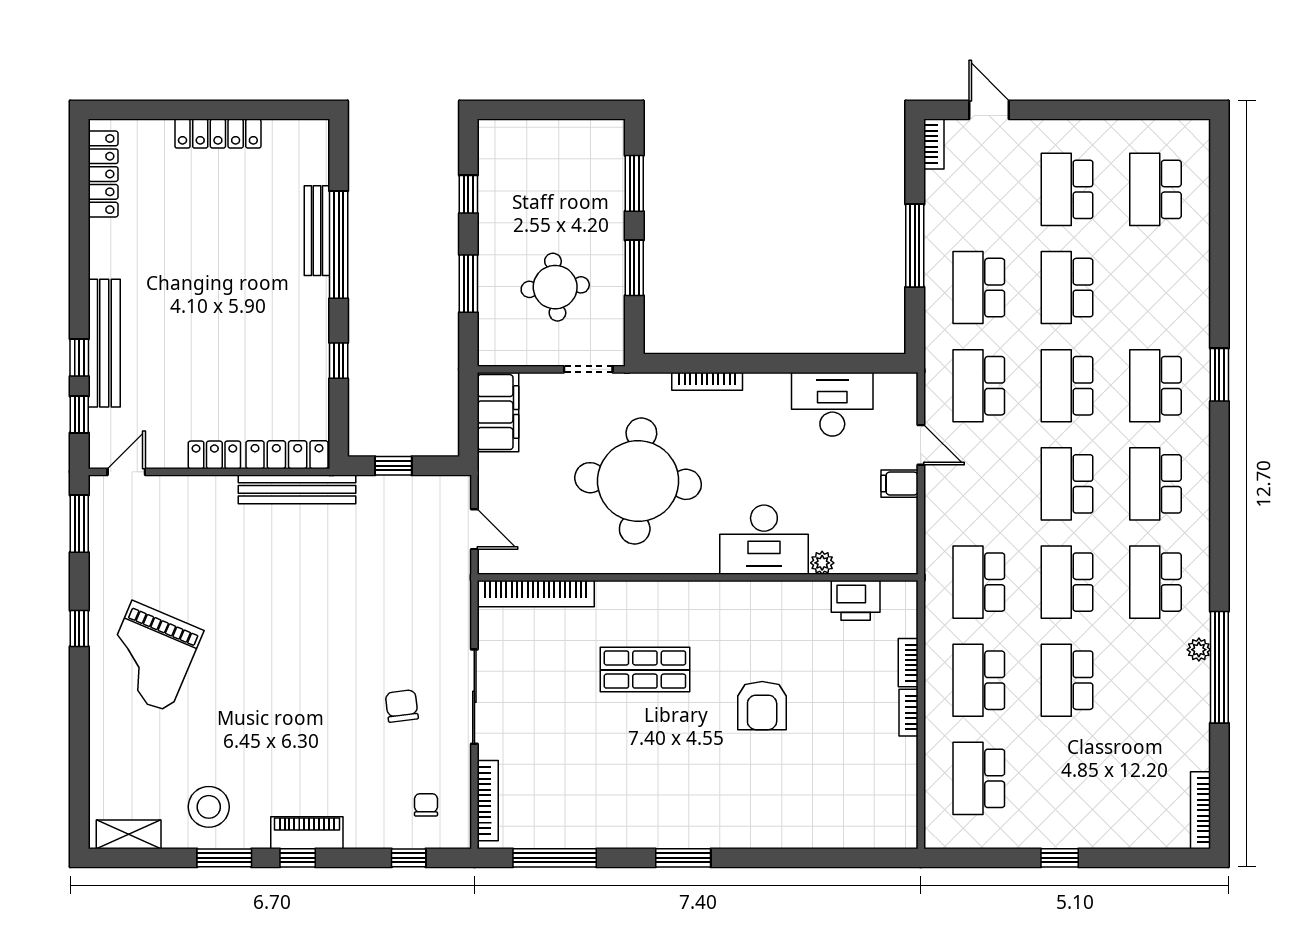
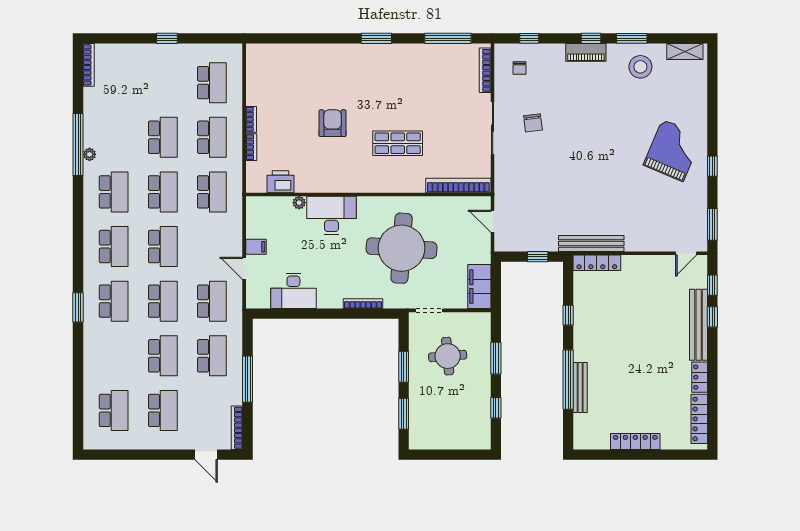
bookcase: (934, 144) -> (237, 428), width x1.56
locker: (214, 455) -> (700, 377), moved, turned 90

